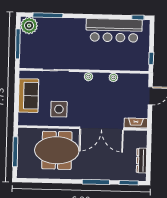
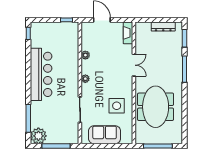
bar counter: (114, 30) -> (41, 74), moved
double door: (101, 128) -> (134, 65), width x0.54

